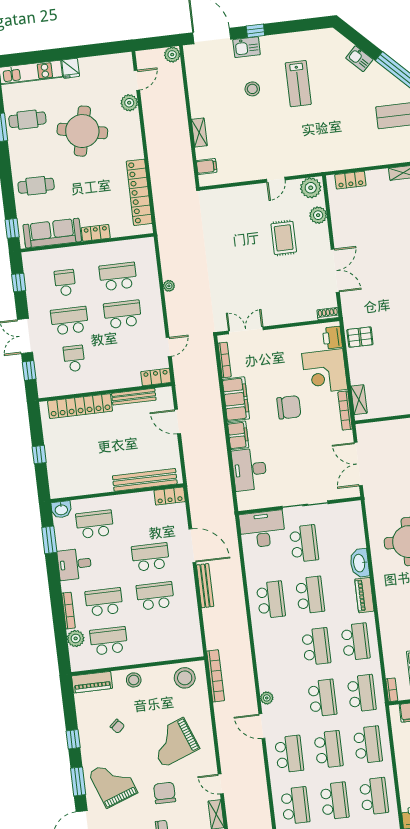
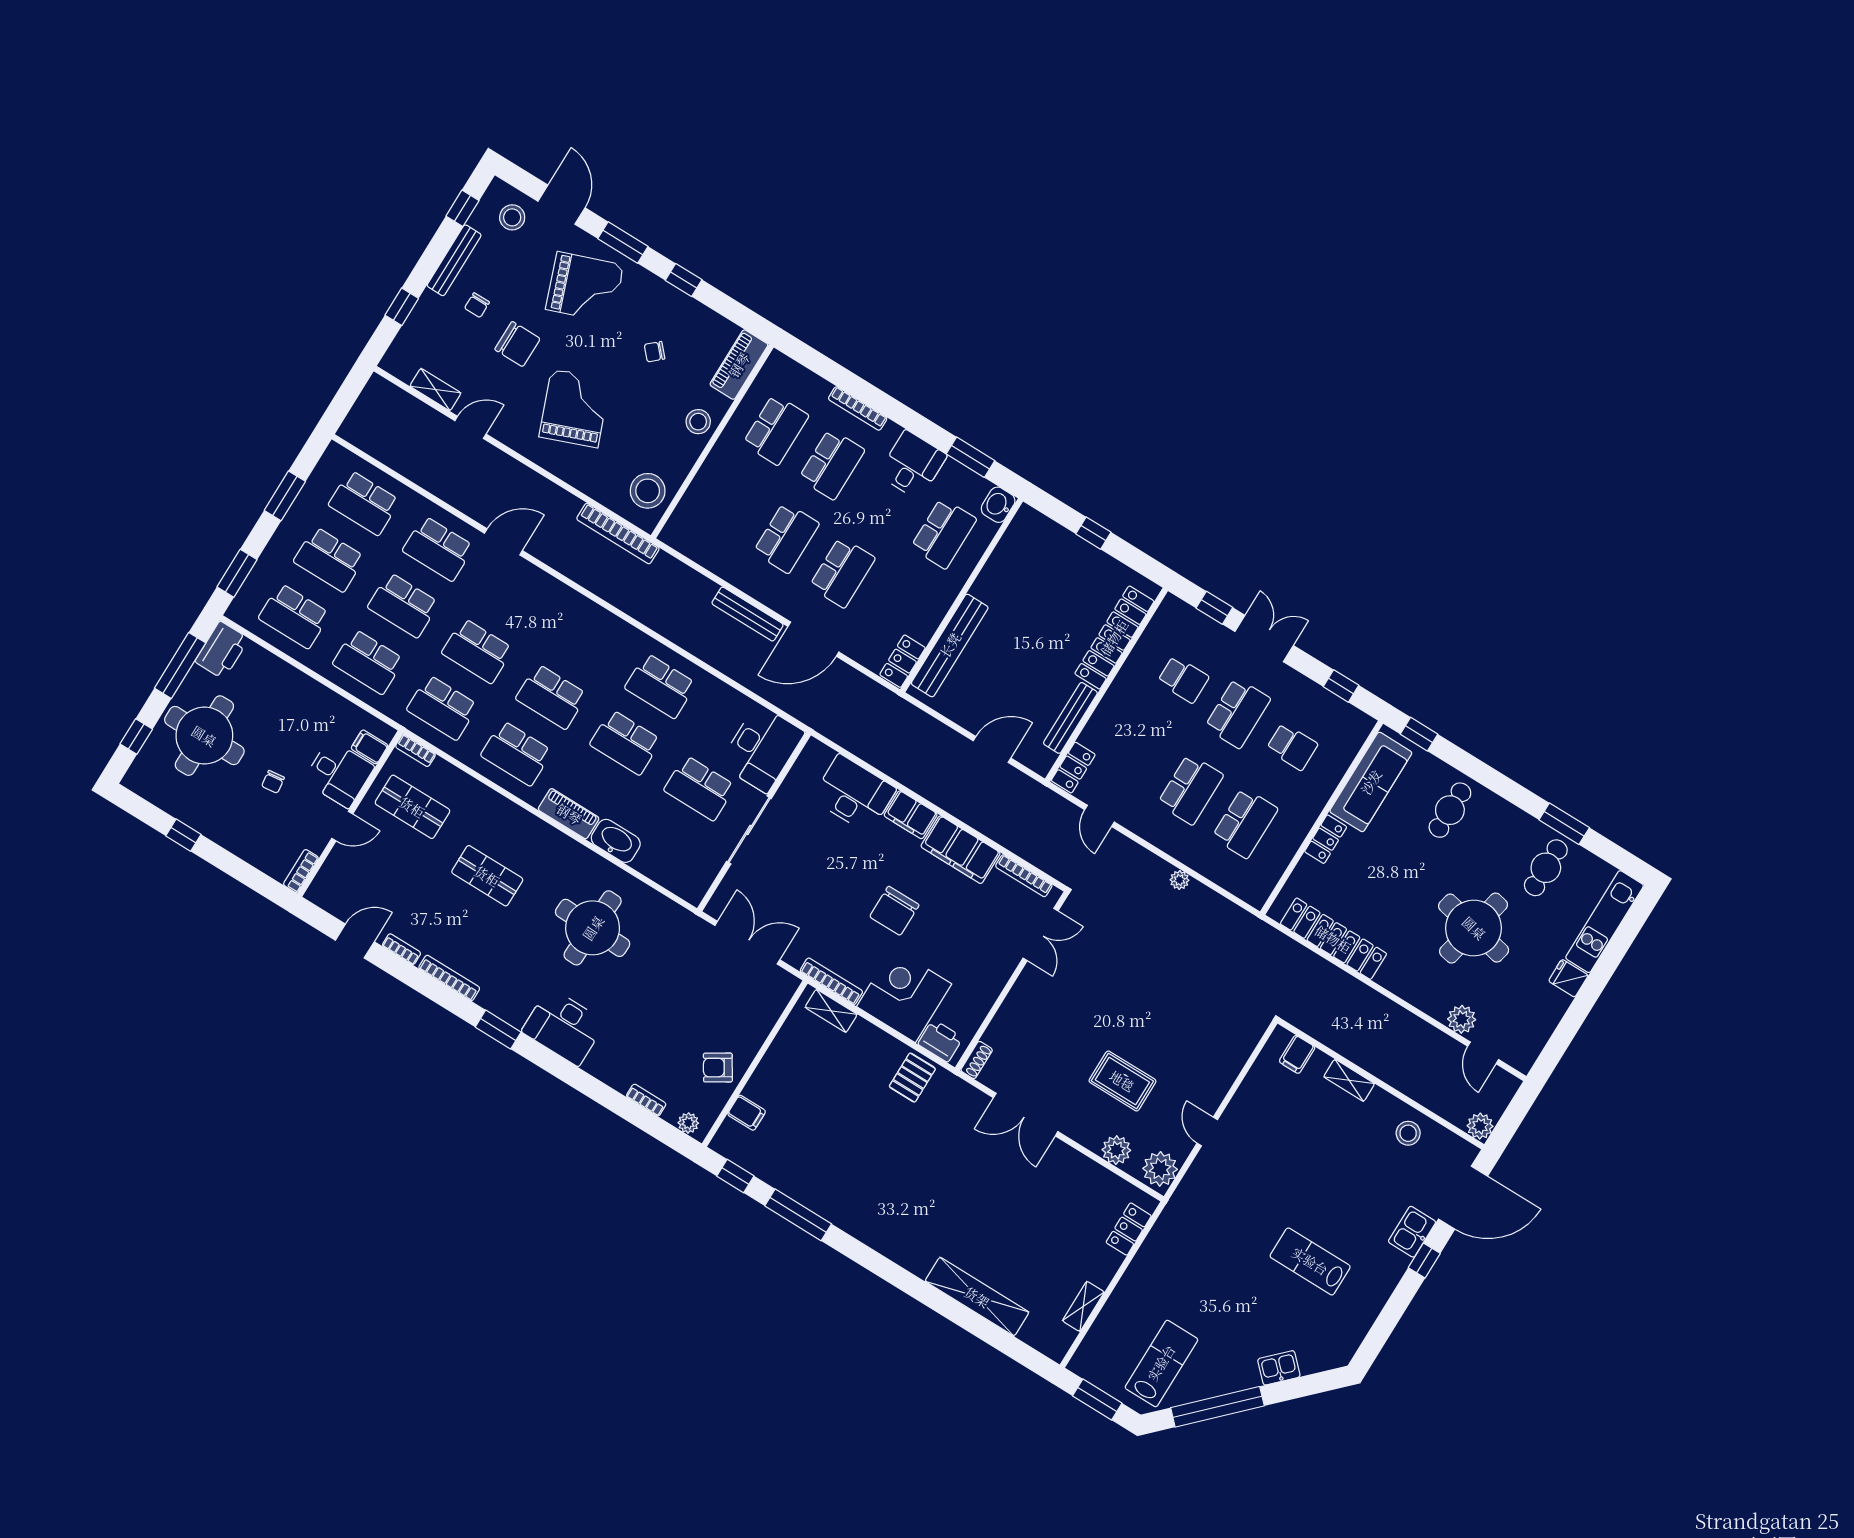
stool: (252, 89) -> (1408, 1133), moved
plant: (76, 638) -> (813, 389), removed
plant: (267, 698) -> (535, 578), removed

